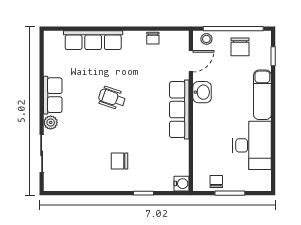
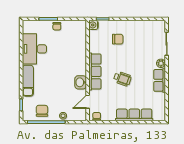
door: (191, 61) -> (88, 102), moved
washbasin: (202, 92) -> (81, 82), moved
row of seats: (179, 110) -> (95, 71), moved
wall: (191, 111) -> (88, 71), moved
water cooler: (182, 184) -> (93, 25), moved

